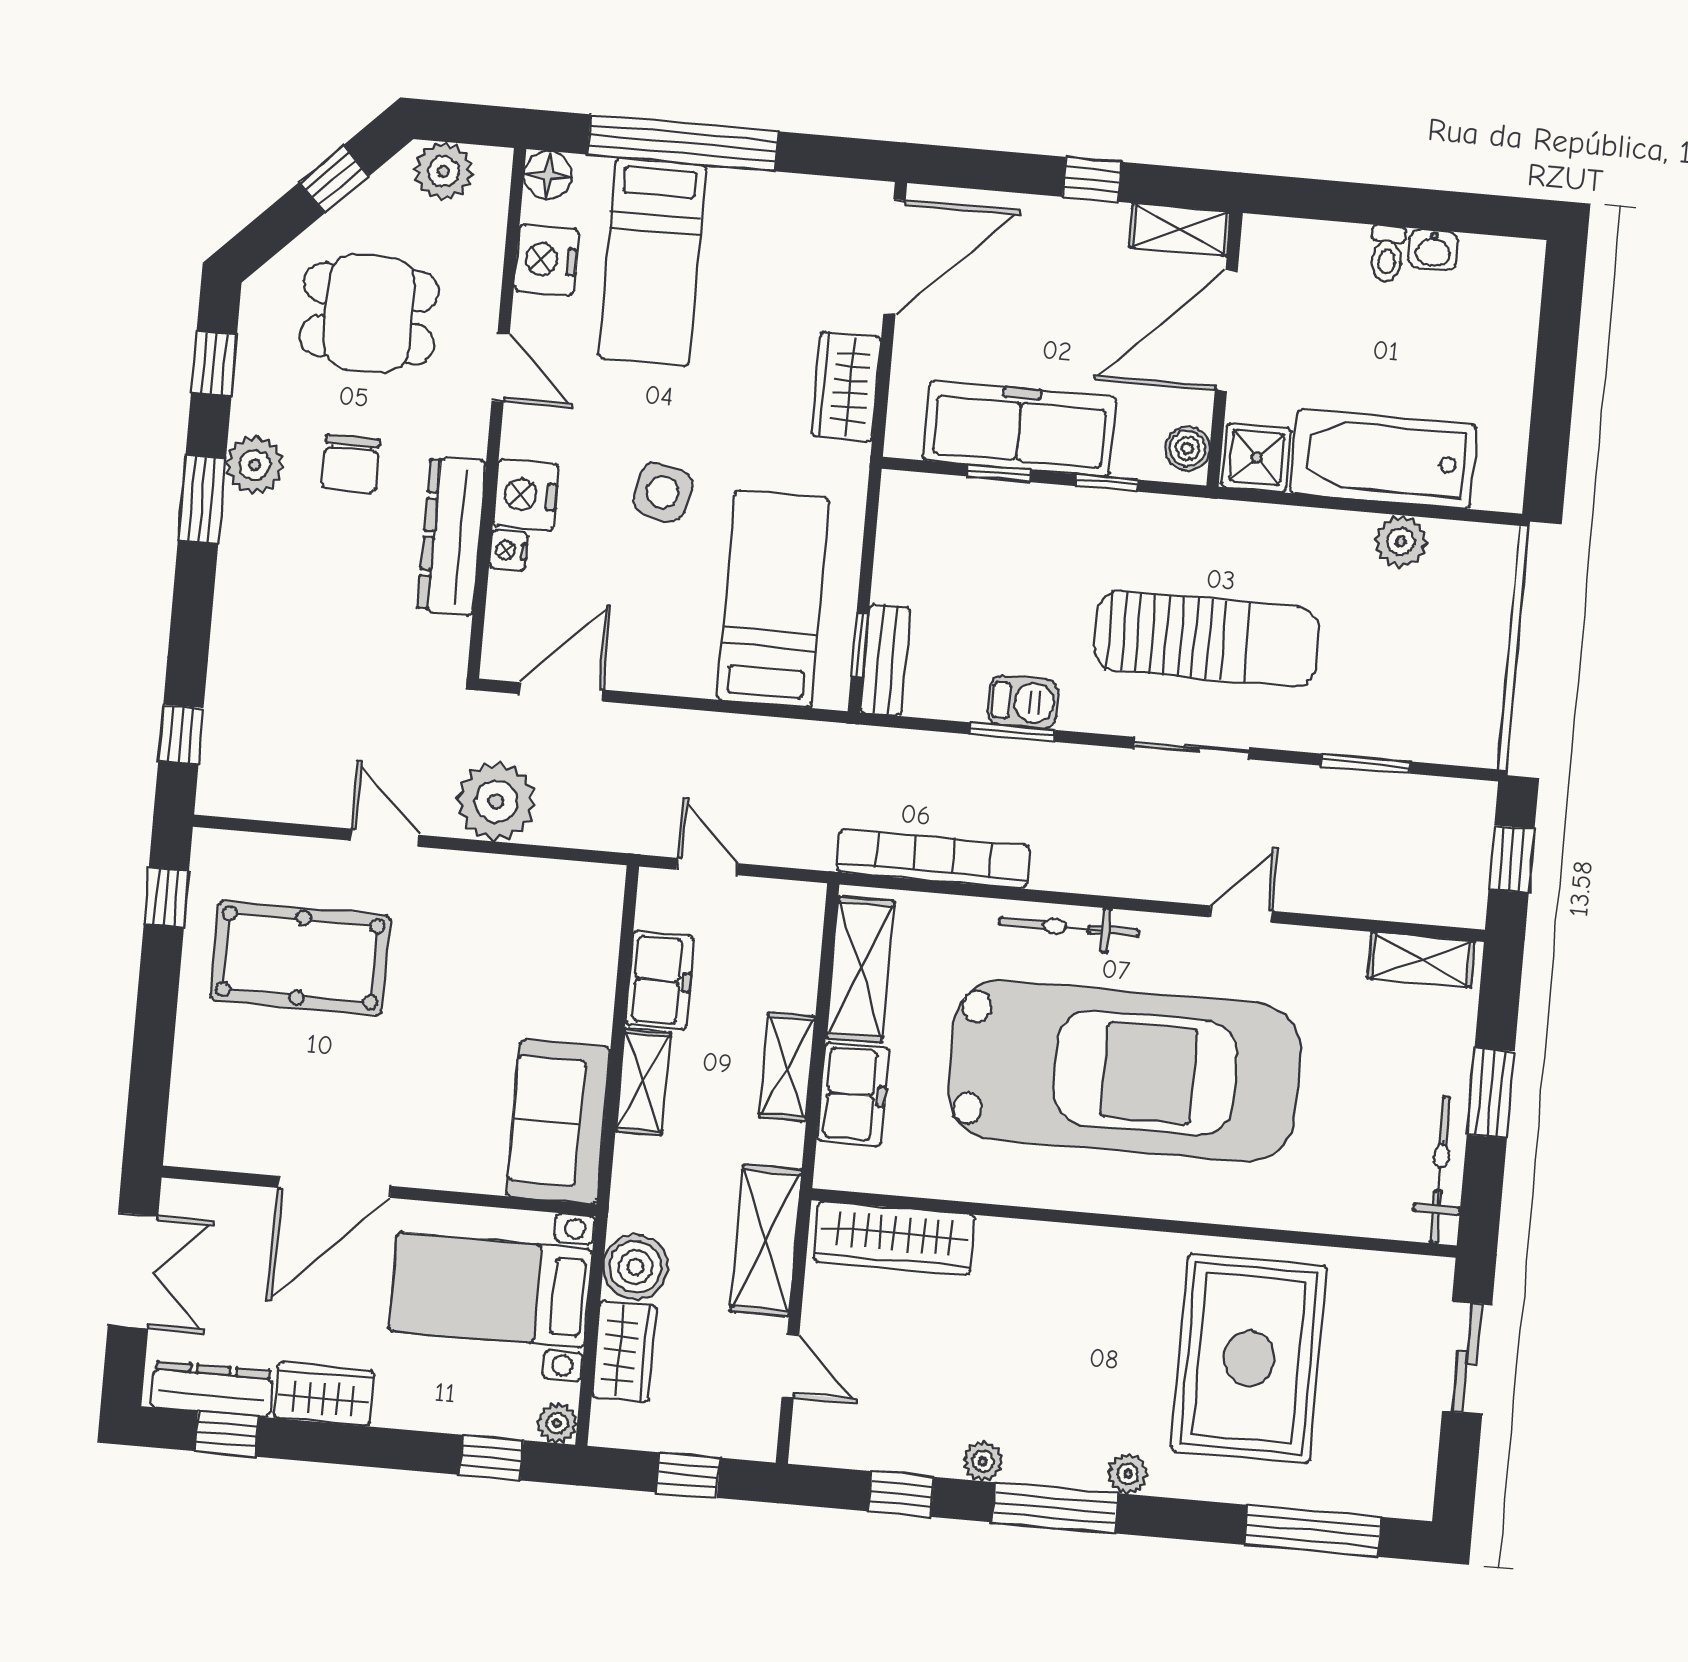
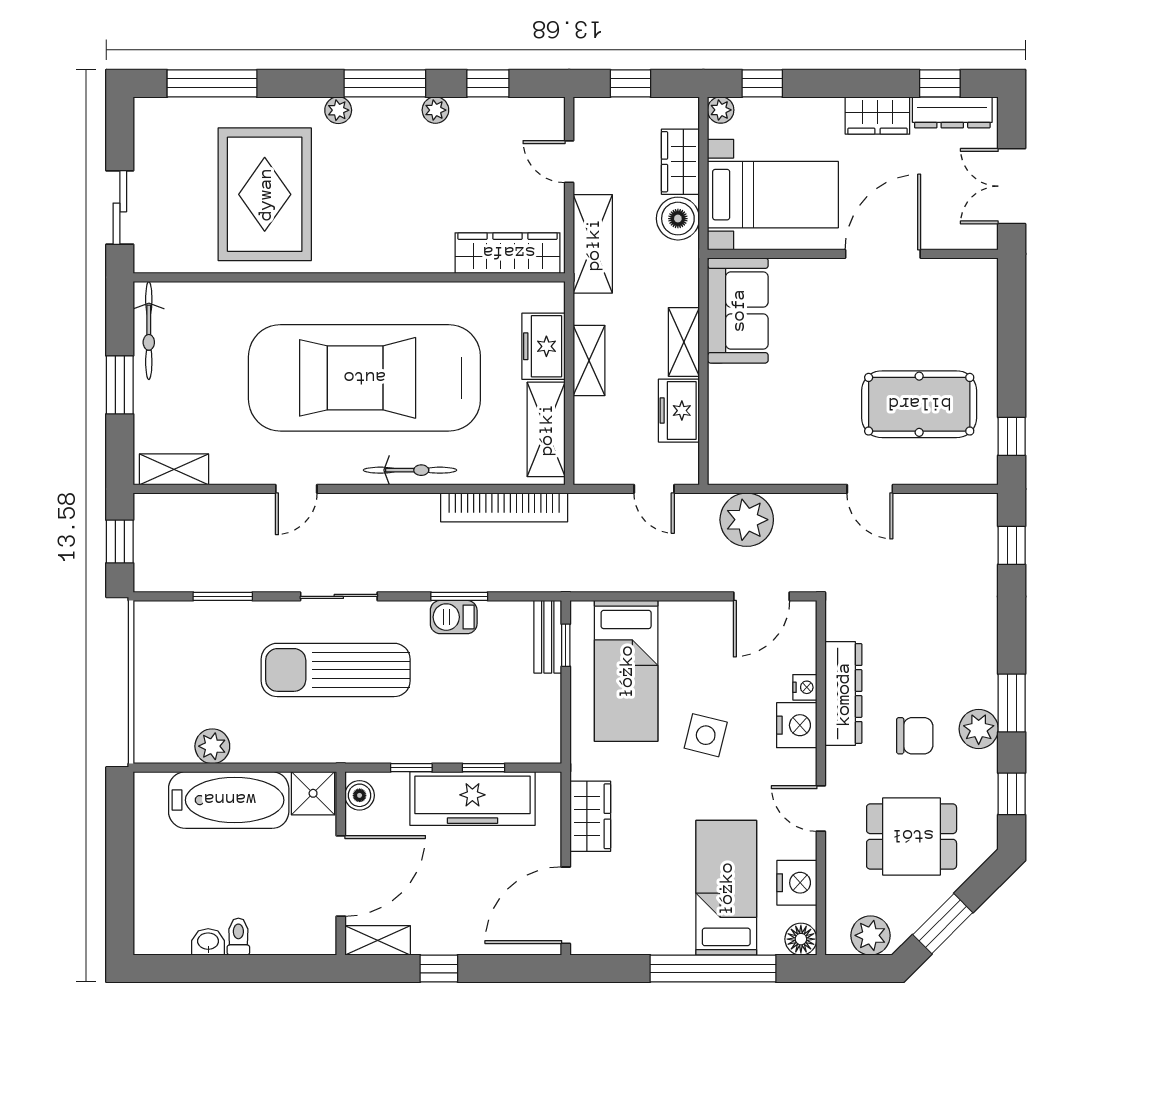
window: (334, 179) -> (943, 924), width x1.50
chair: (351, 463) -> (915, 736), turned 90
plant: (496, 801) -> (747, 520), moved

